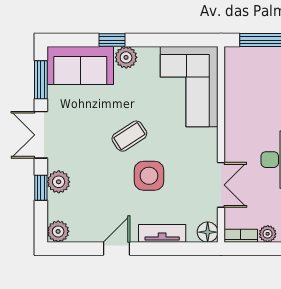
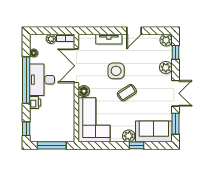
double door: (221, 185) -> (76, 66), width x1.37
window: (41, 188) -> (175, 52), moved
floor lamp: (208, 232) -> (84, 91), moved

